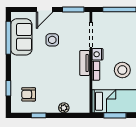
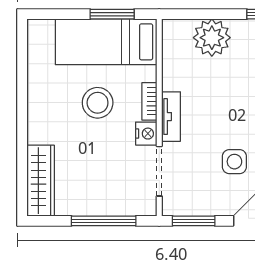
plant: (64, 108) -> (212, 38), width x1.88, depth x1.88

